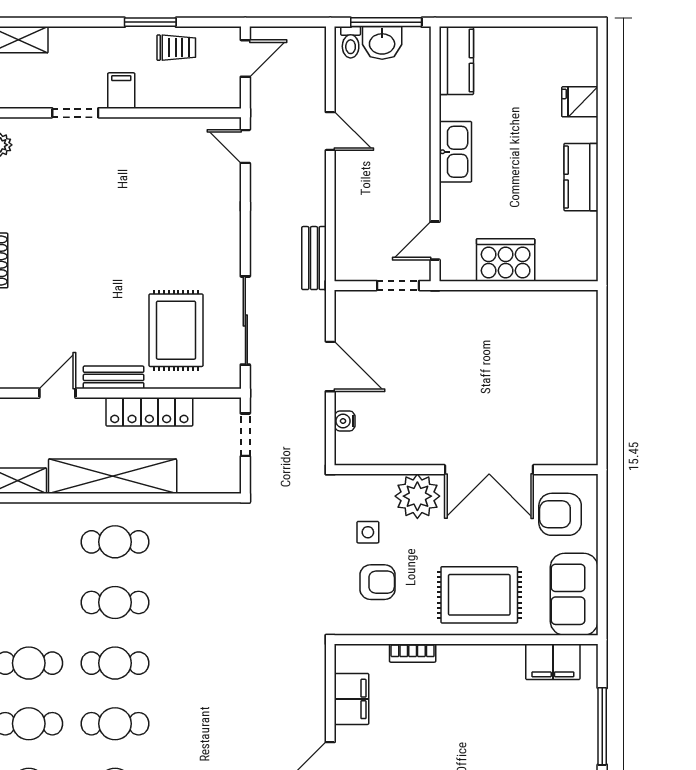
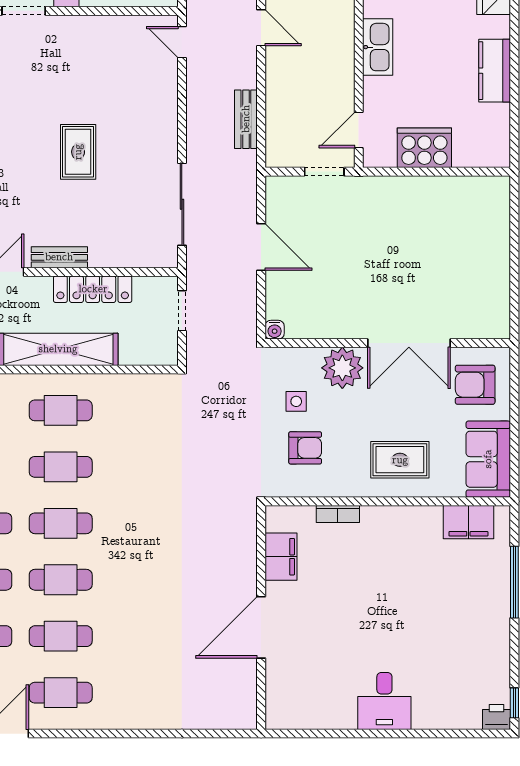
bench: (314, 258) -> (246, 119), moved
rug: (176, 330) -> (78, 152), moved, width x0.73, depth x0.70
water cooler: (345, 421) -> (275, 330), moved, turned -90
rug: (479, 595) -> (400, 460), width x0.73, depth x0.70

